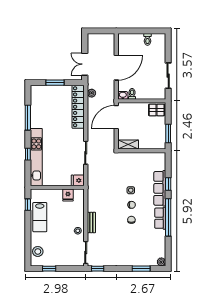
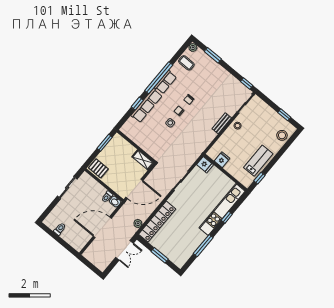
coffee table: (156, 246) -> (186, 63), added

